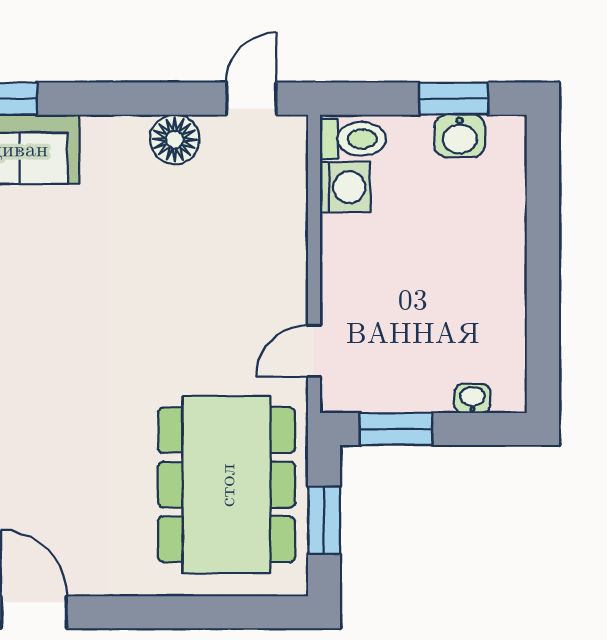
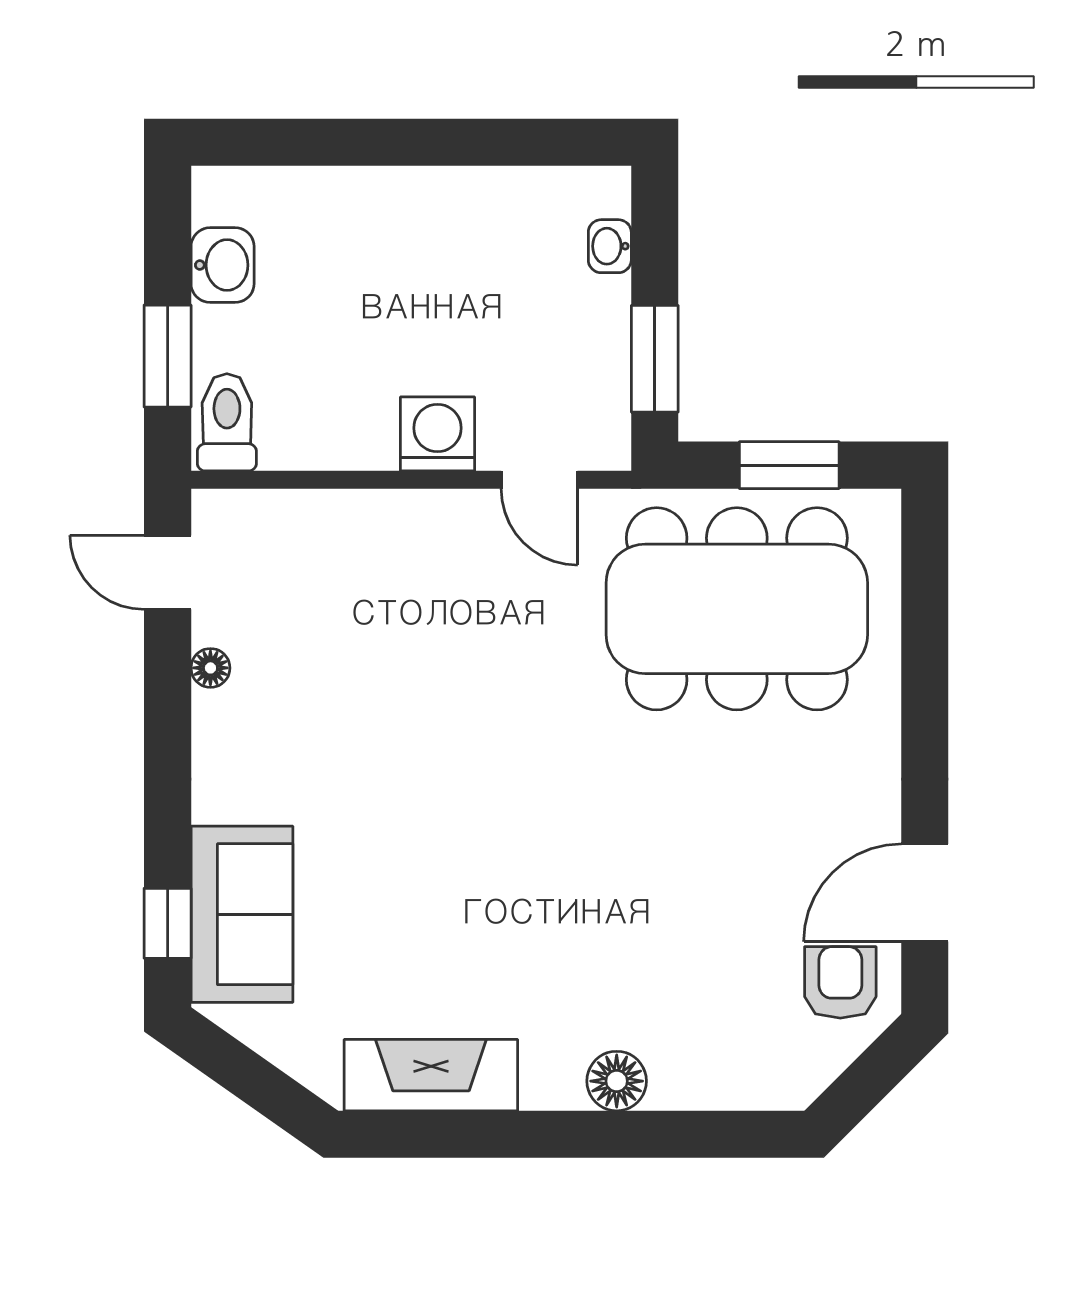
window: (454, 99) -> (168, 356), moved
floor lamp: (175, 139) -> (210, 668), width x0.53, depth x0.53
washing machine: (345, 187) -> (437, 434), moved

